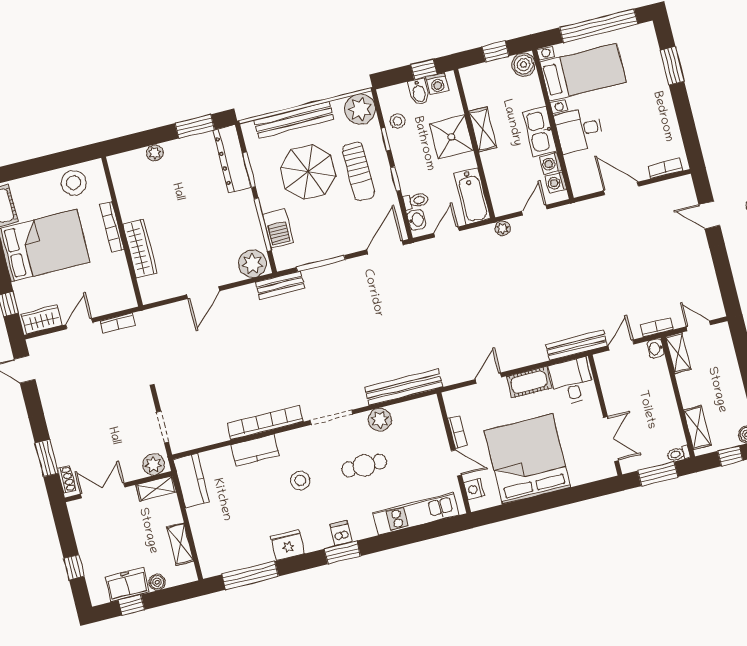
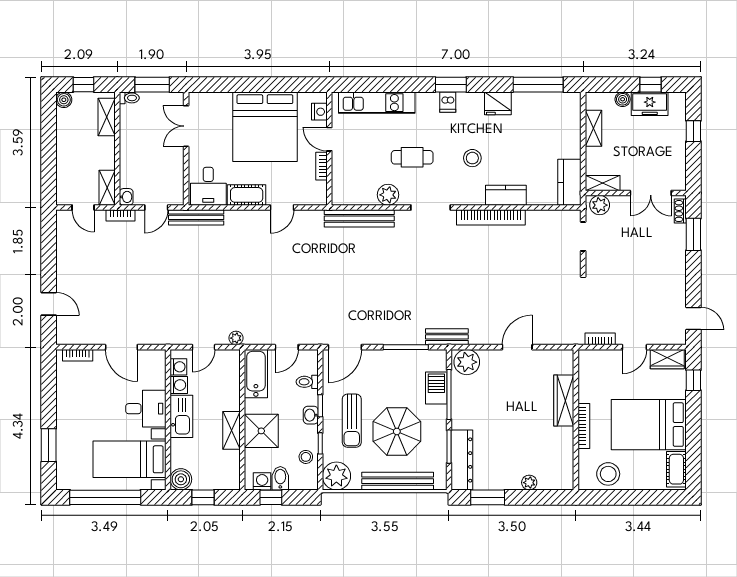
sun lounger: (359, 171) -> (352, 421), turned 180
washbasin: (417, 220) -> (311, 415), moved

